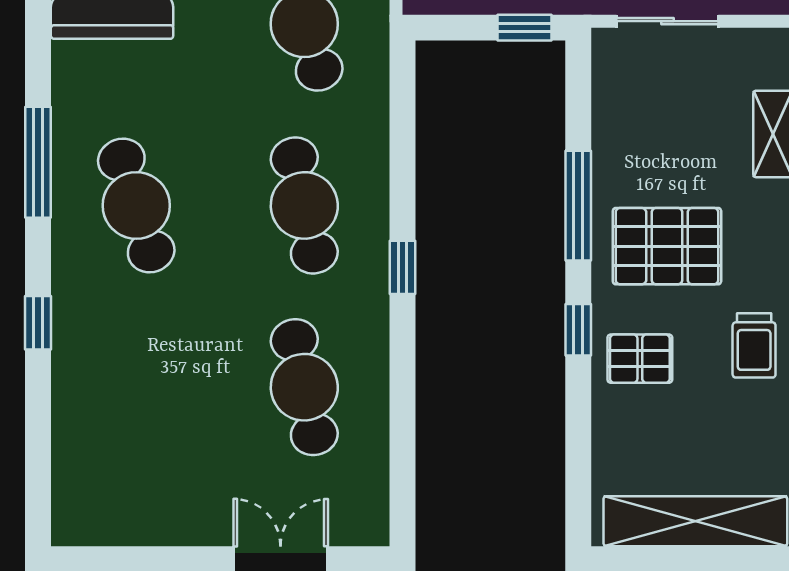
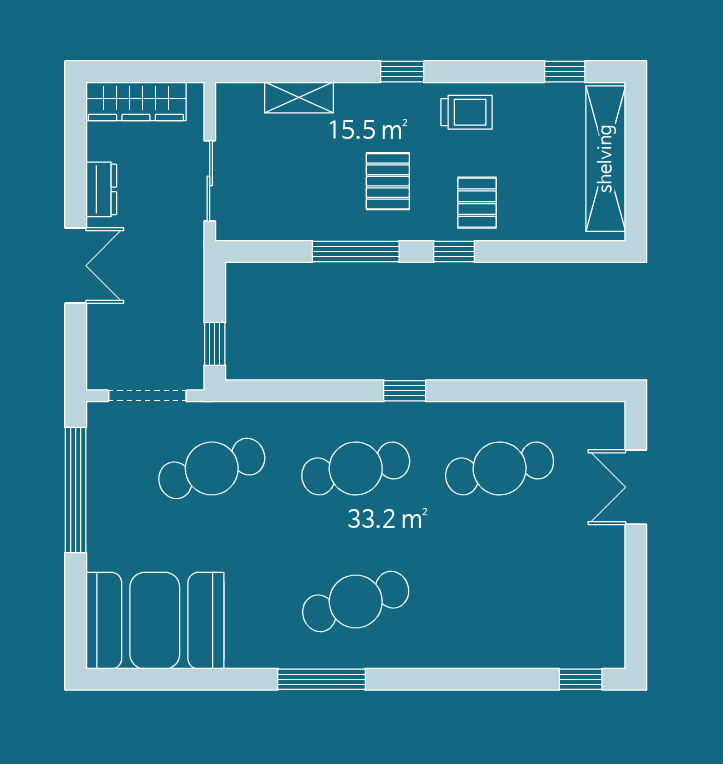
window: (524, 28) -> (215, 344), moved
pallet: (667, 246) -> (388, 181), width x0.67, depth x0.71
window: (38, 323) -> (581, 679), moved

